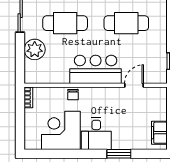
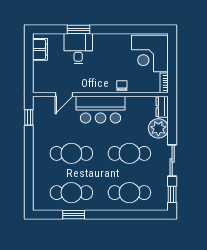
dresser: (31, 72) -> (162, 107), added
corner desk: (61, 130) -> (150, 54), moved, turned 90
desk: (96, 134) -> (78, 49), moved

